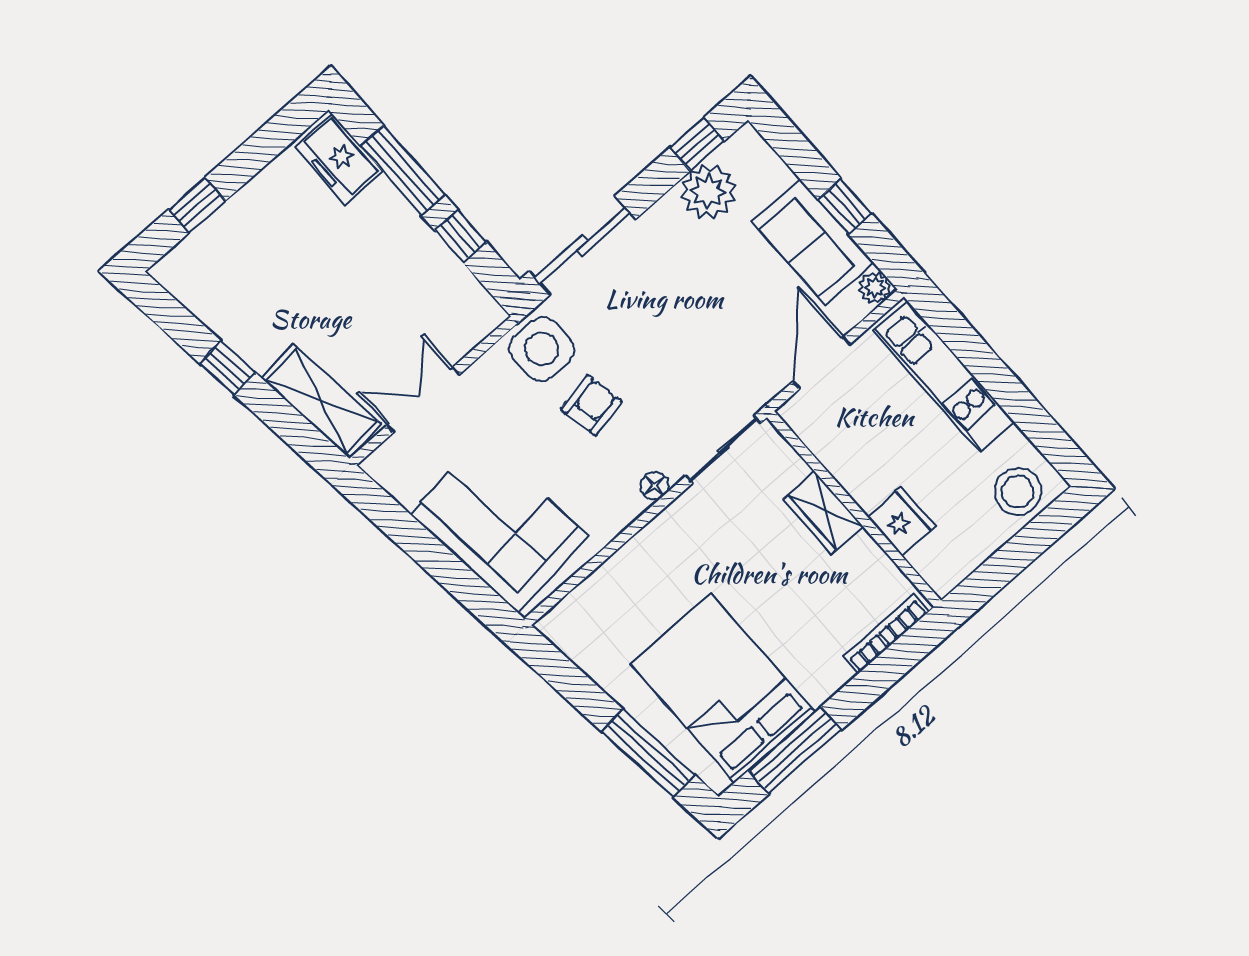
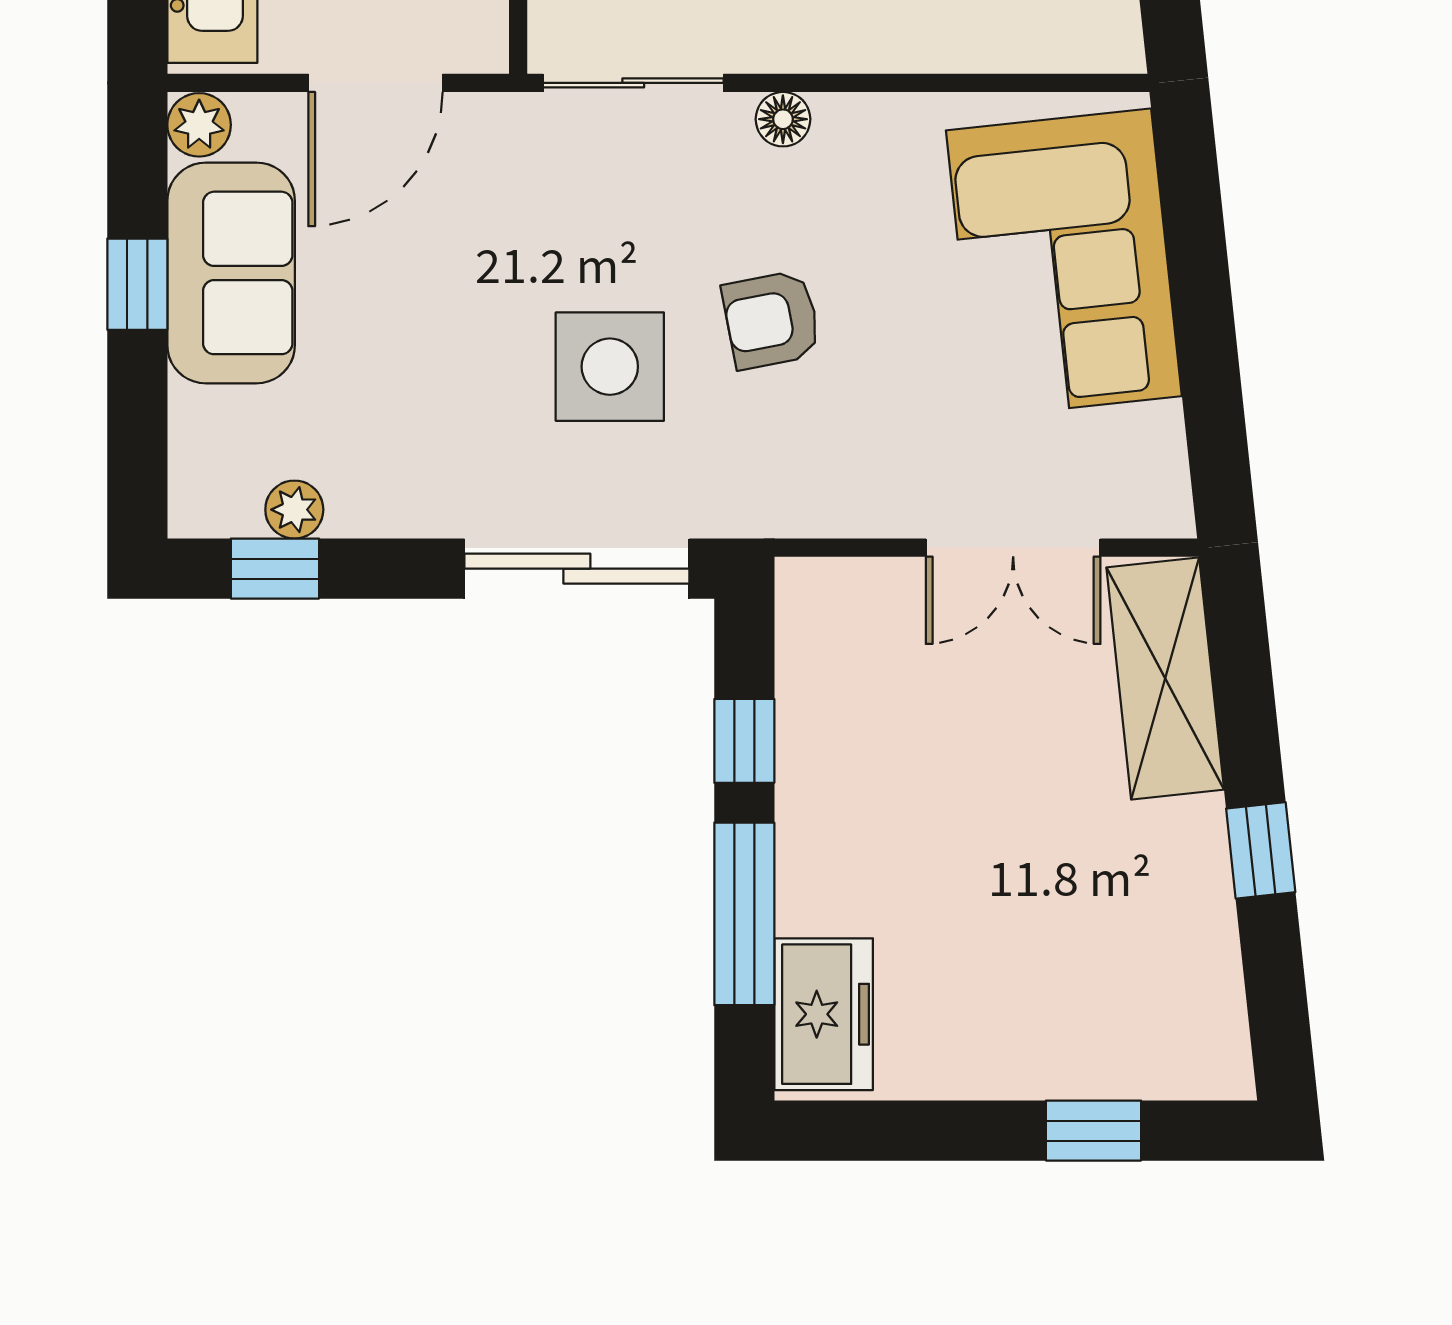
plant: (708, 191) -> (294, 510), width x0.53, depth x0.53
side table: (542, 349) -> (610, 367), moved

